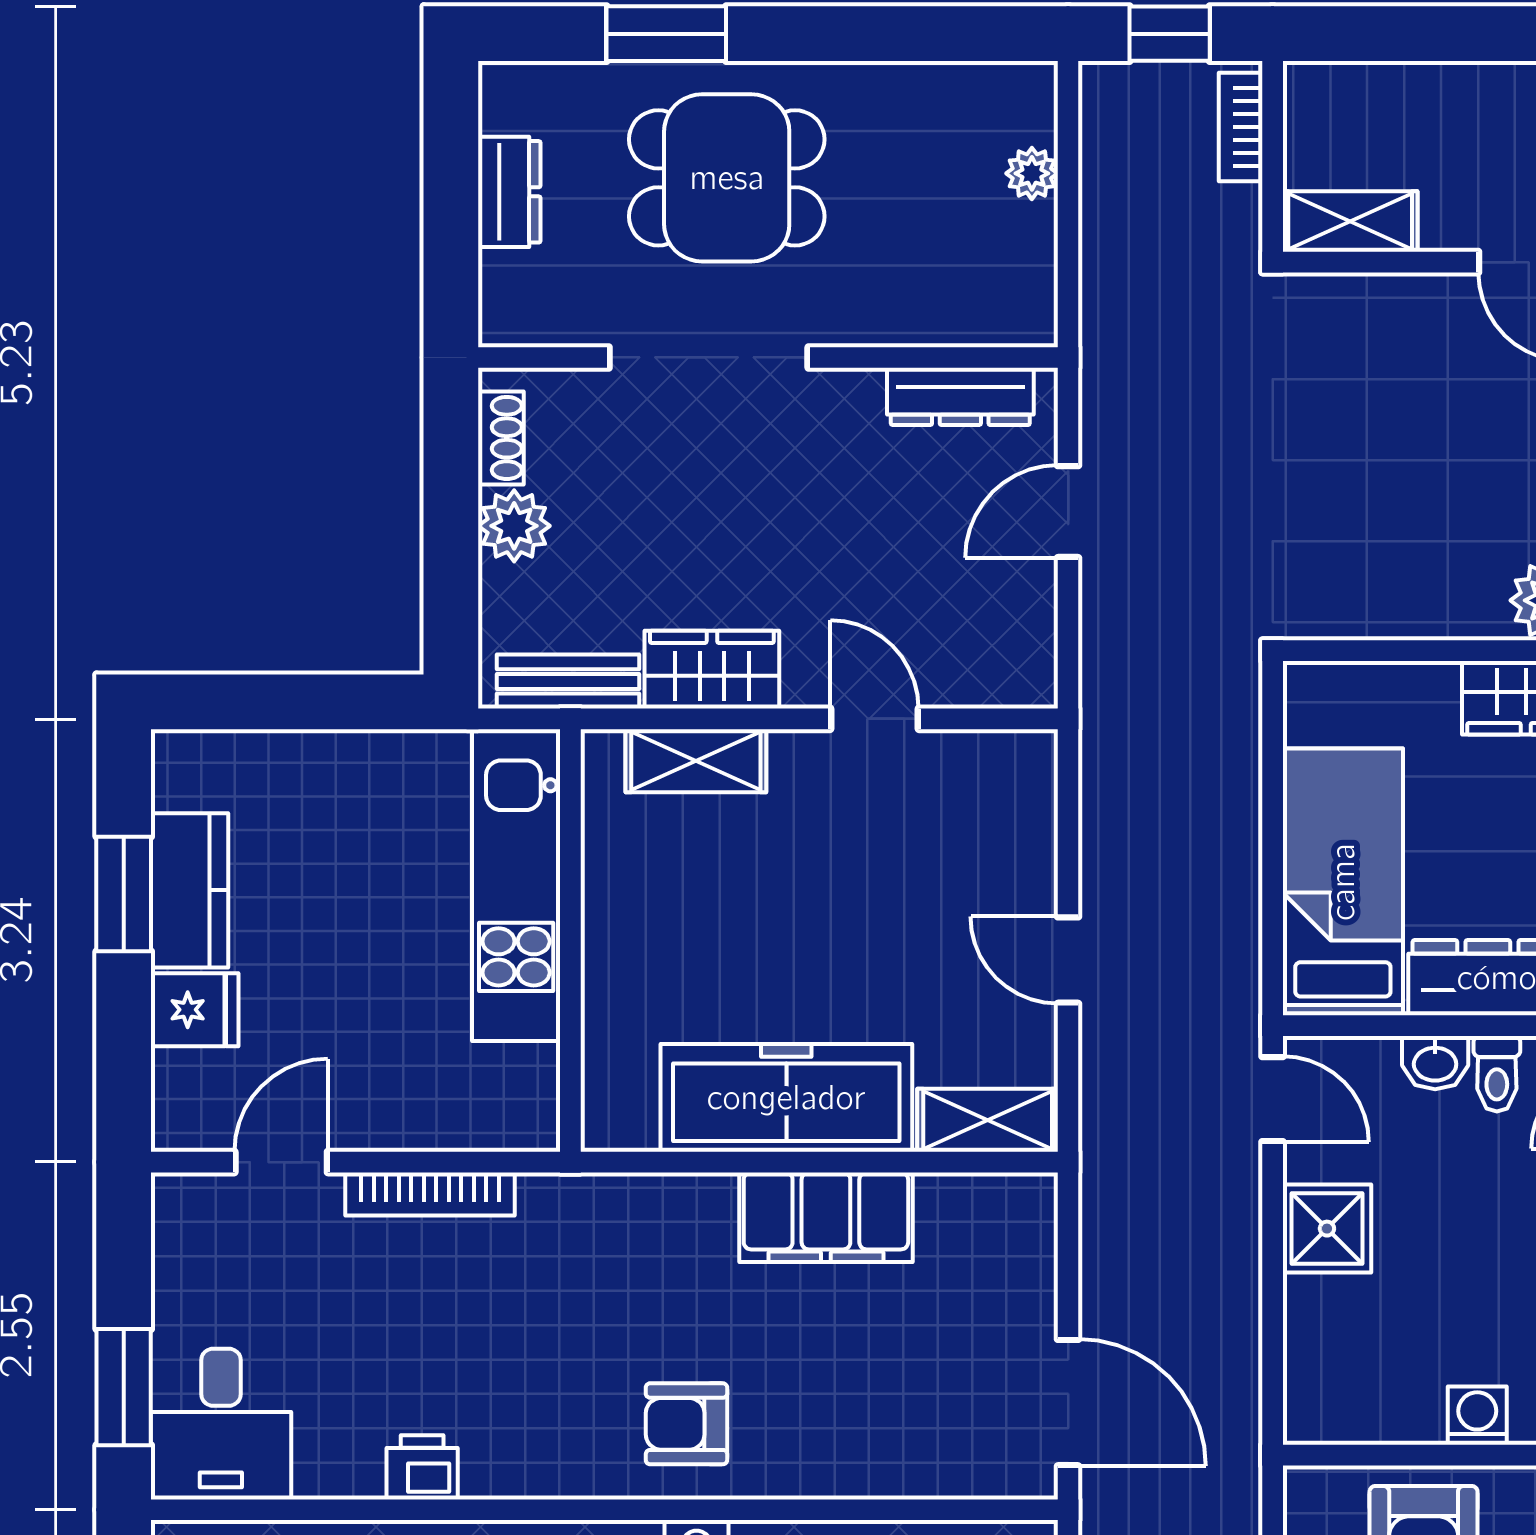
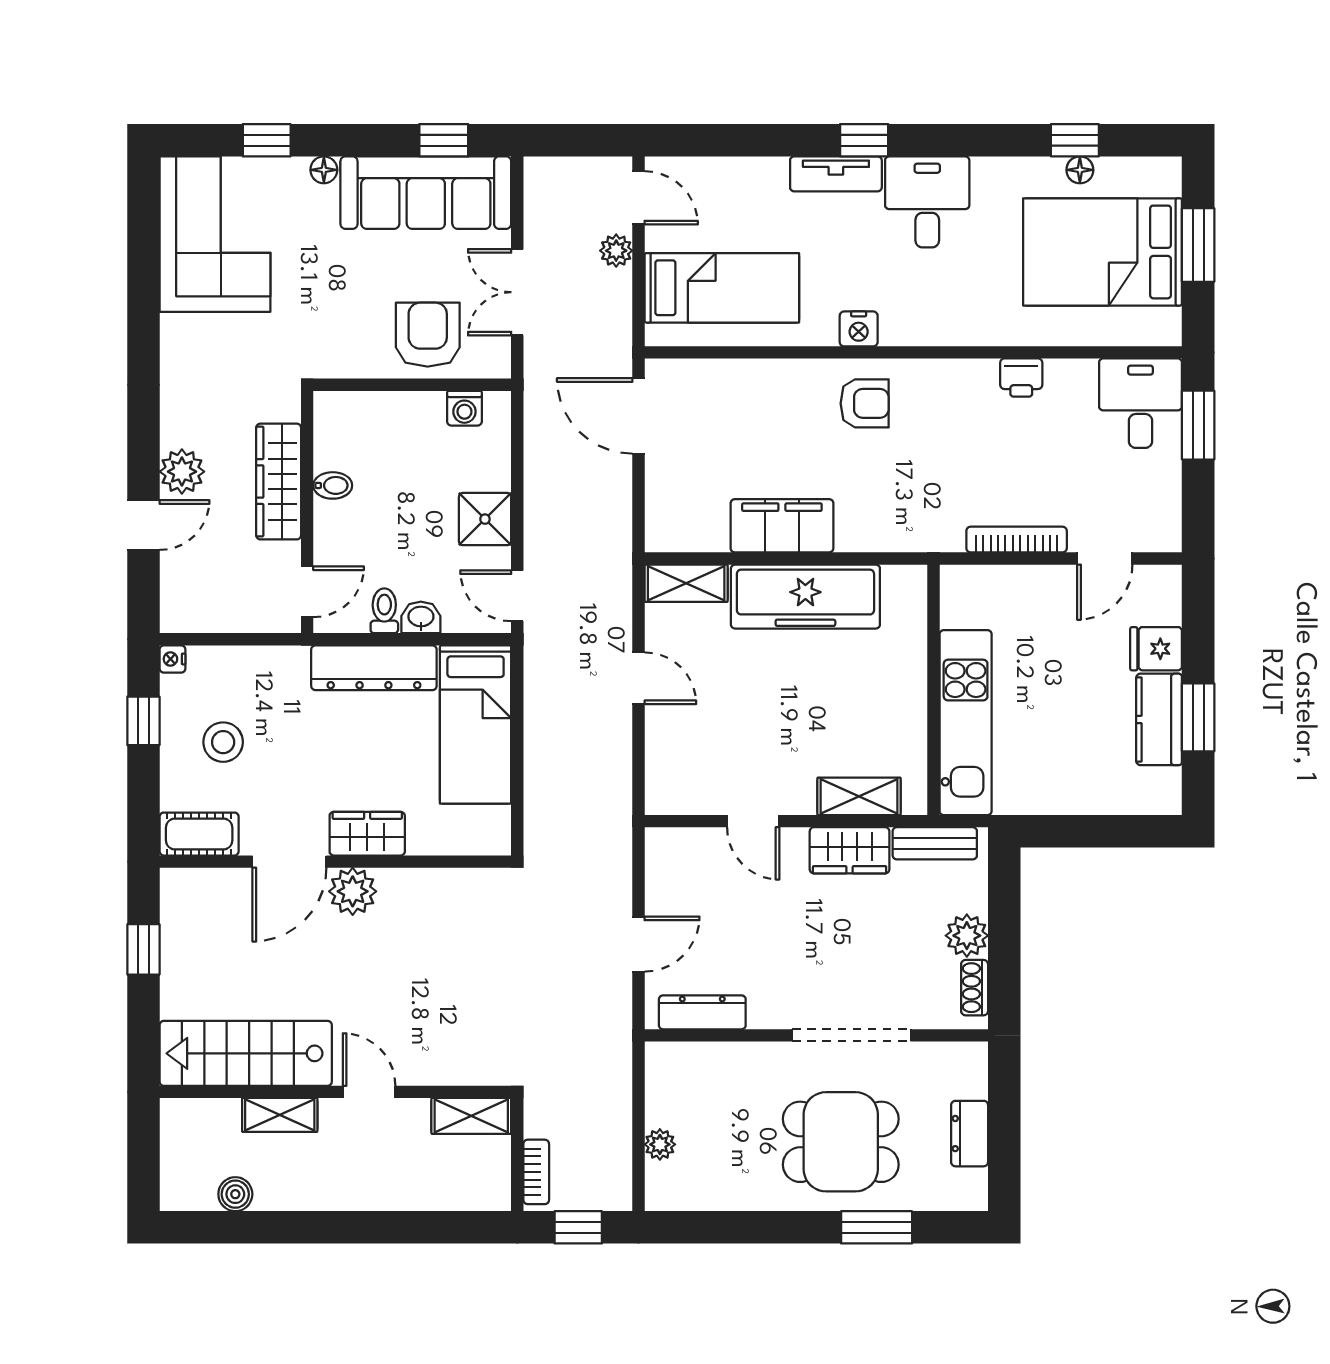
washing machine: (1477, 1416) -> (464, 408), moved

